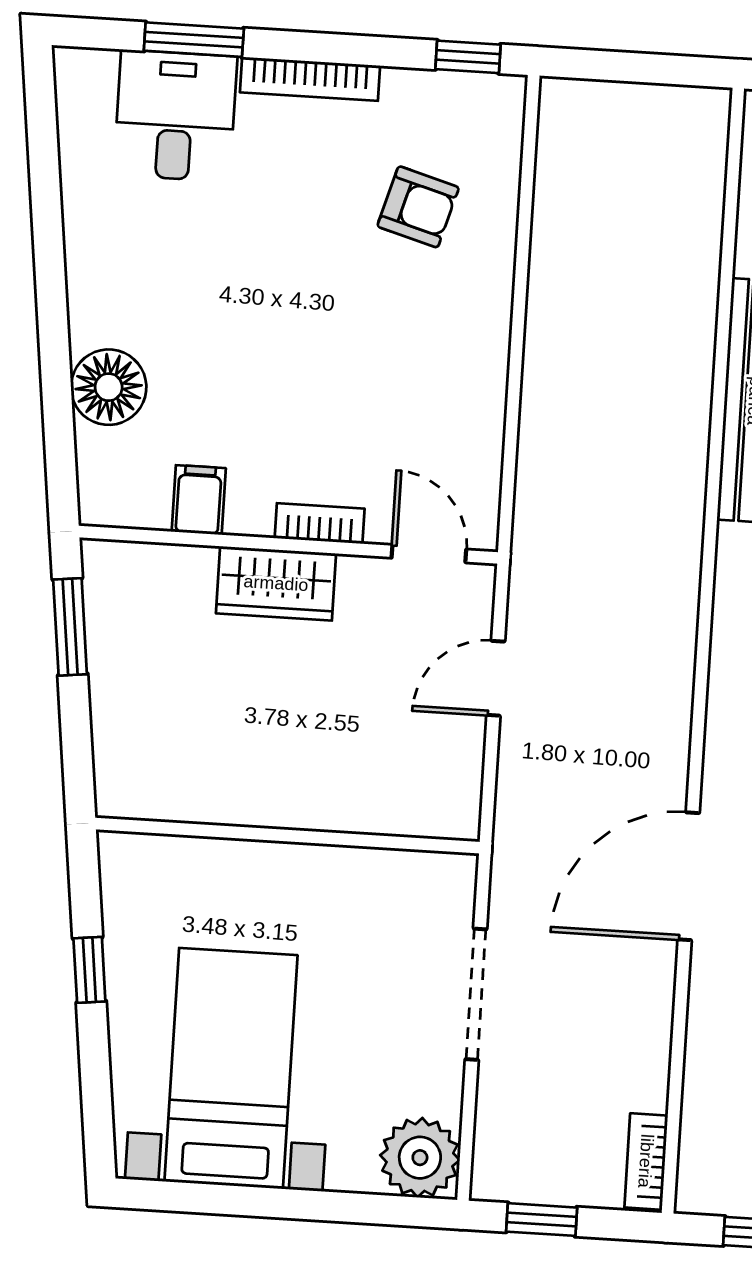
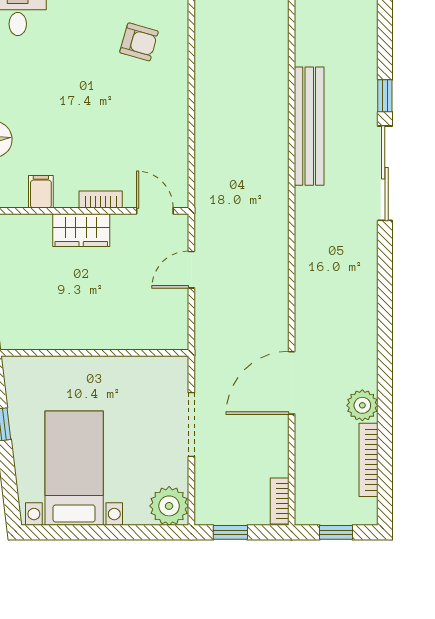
door: (689, 876) -> (292, 383), moved

